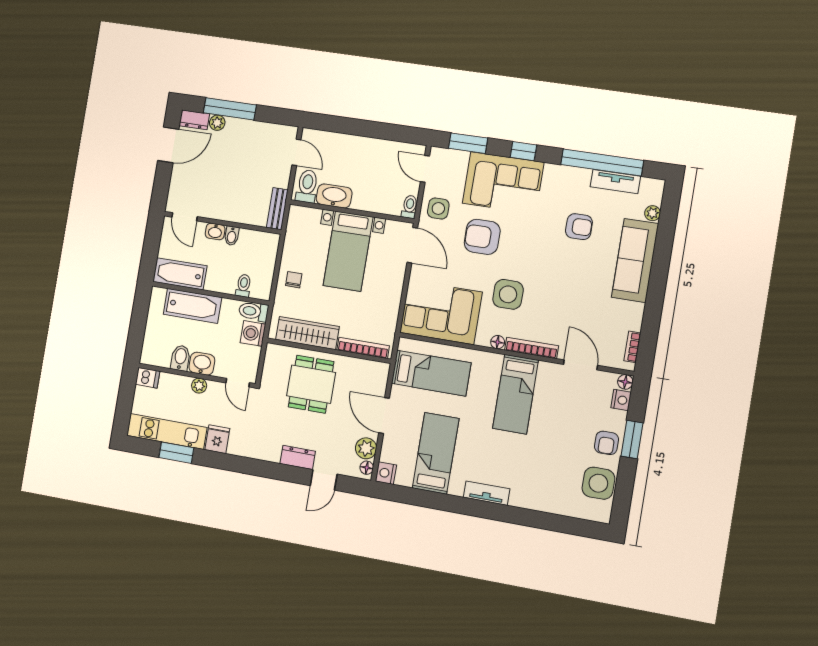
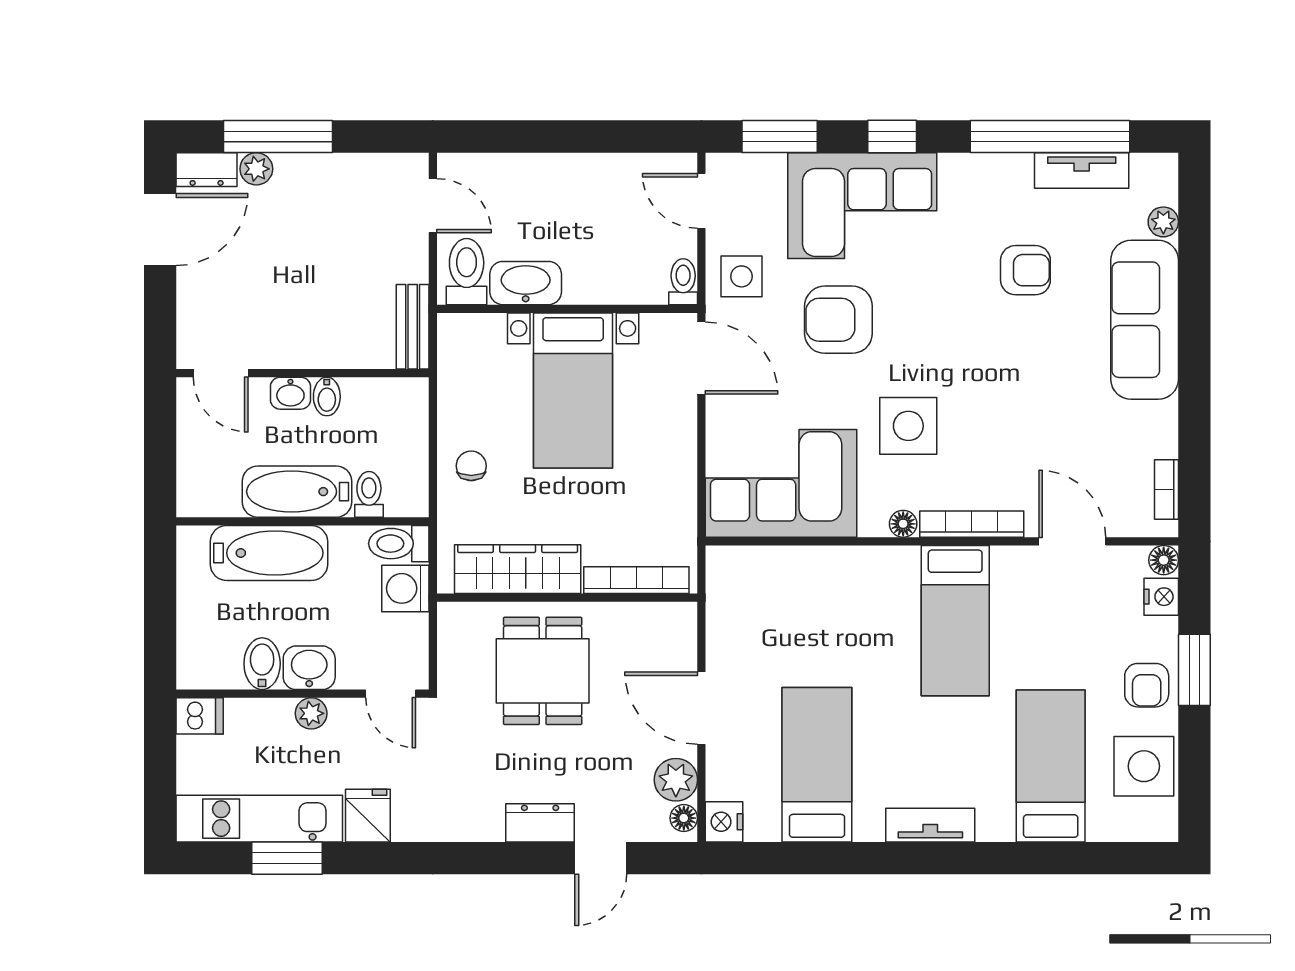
bathtub: (180, 274) -> (297, 492), moved
bed: (431, 373) -> (1051, 766), moved, turned -90

